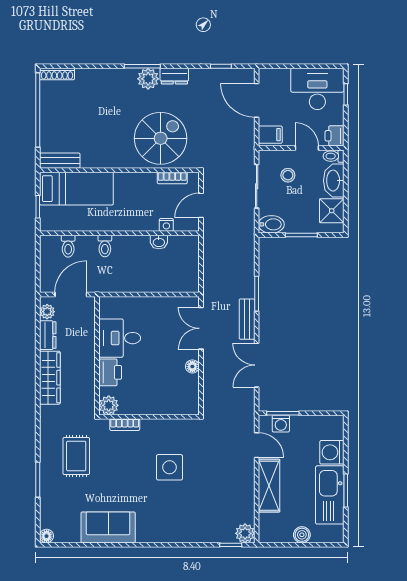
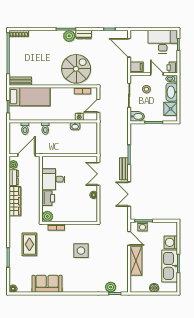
plant: (245, 533) -> (111, 287), moved

